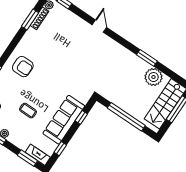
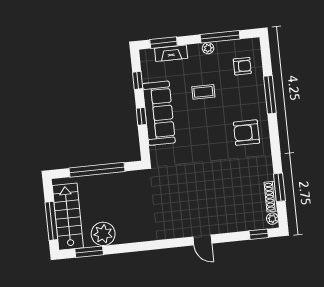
window: (147, 58) -> (89, 252), moved
window: (81, 117) -> (141, 116), moved
fireplace: (38, 155) -> (171, 53), moved

